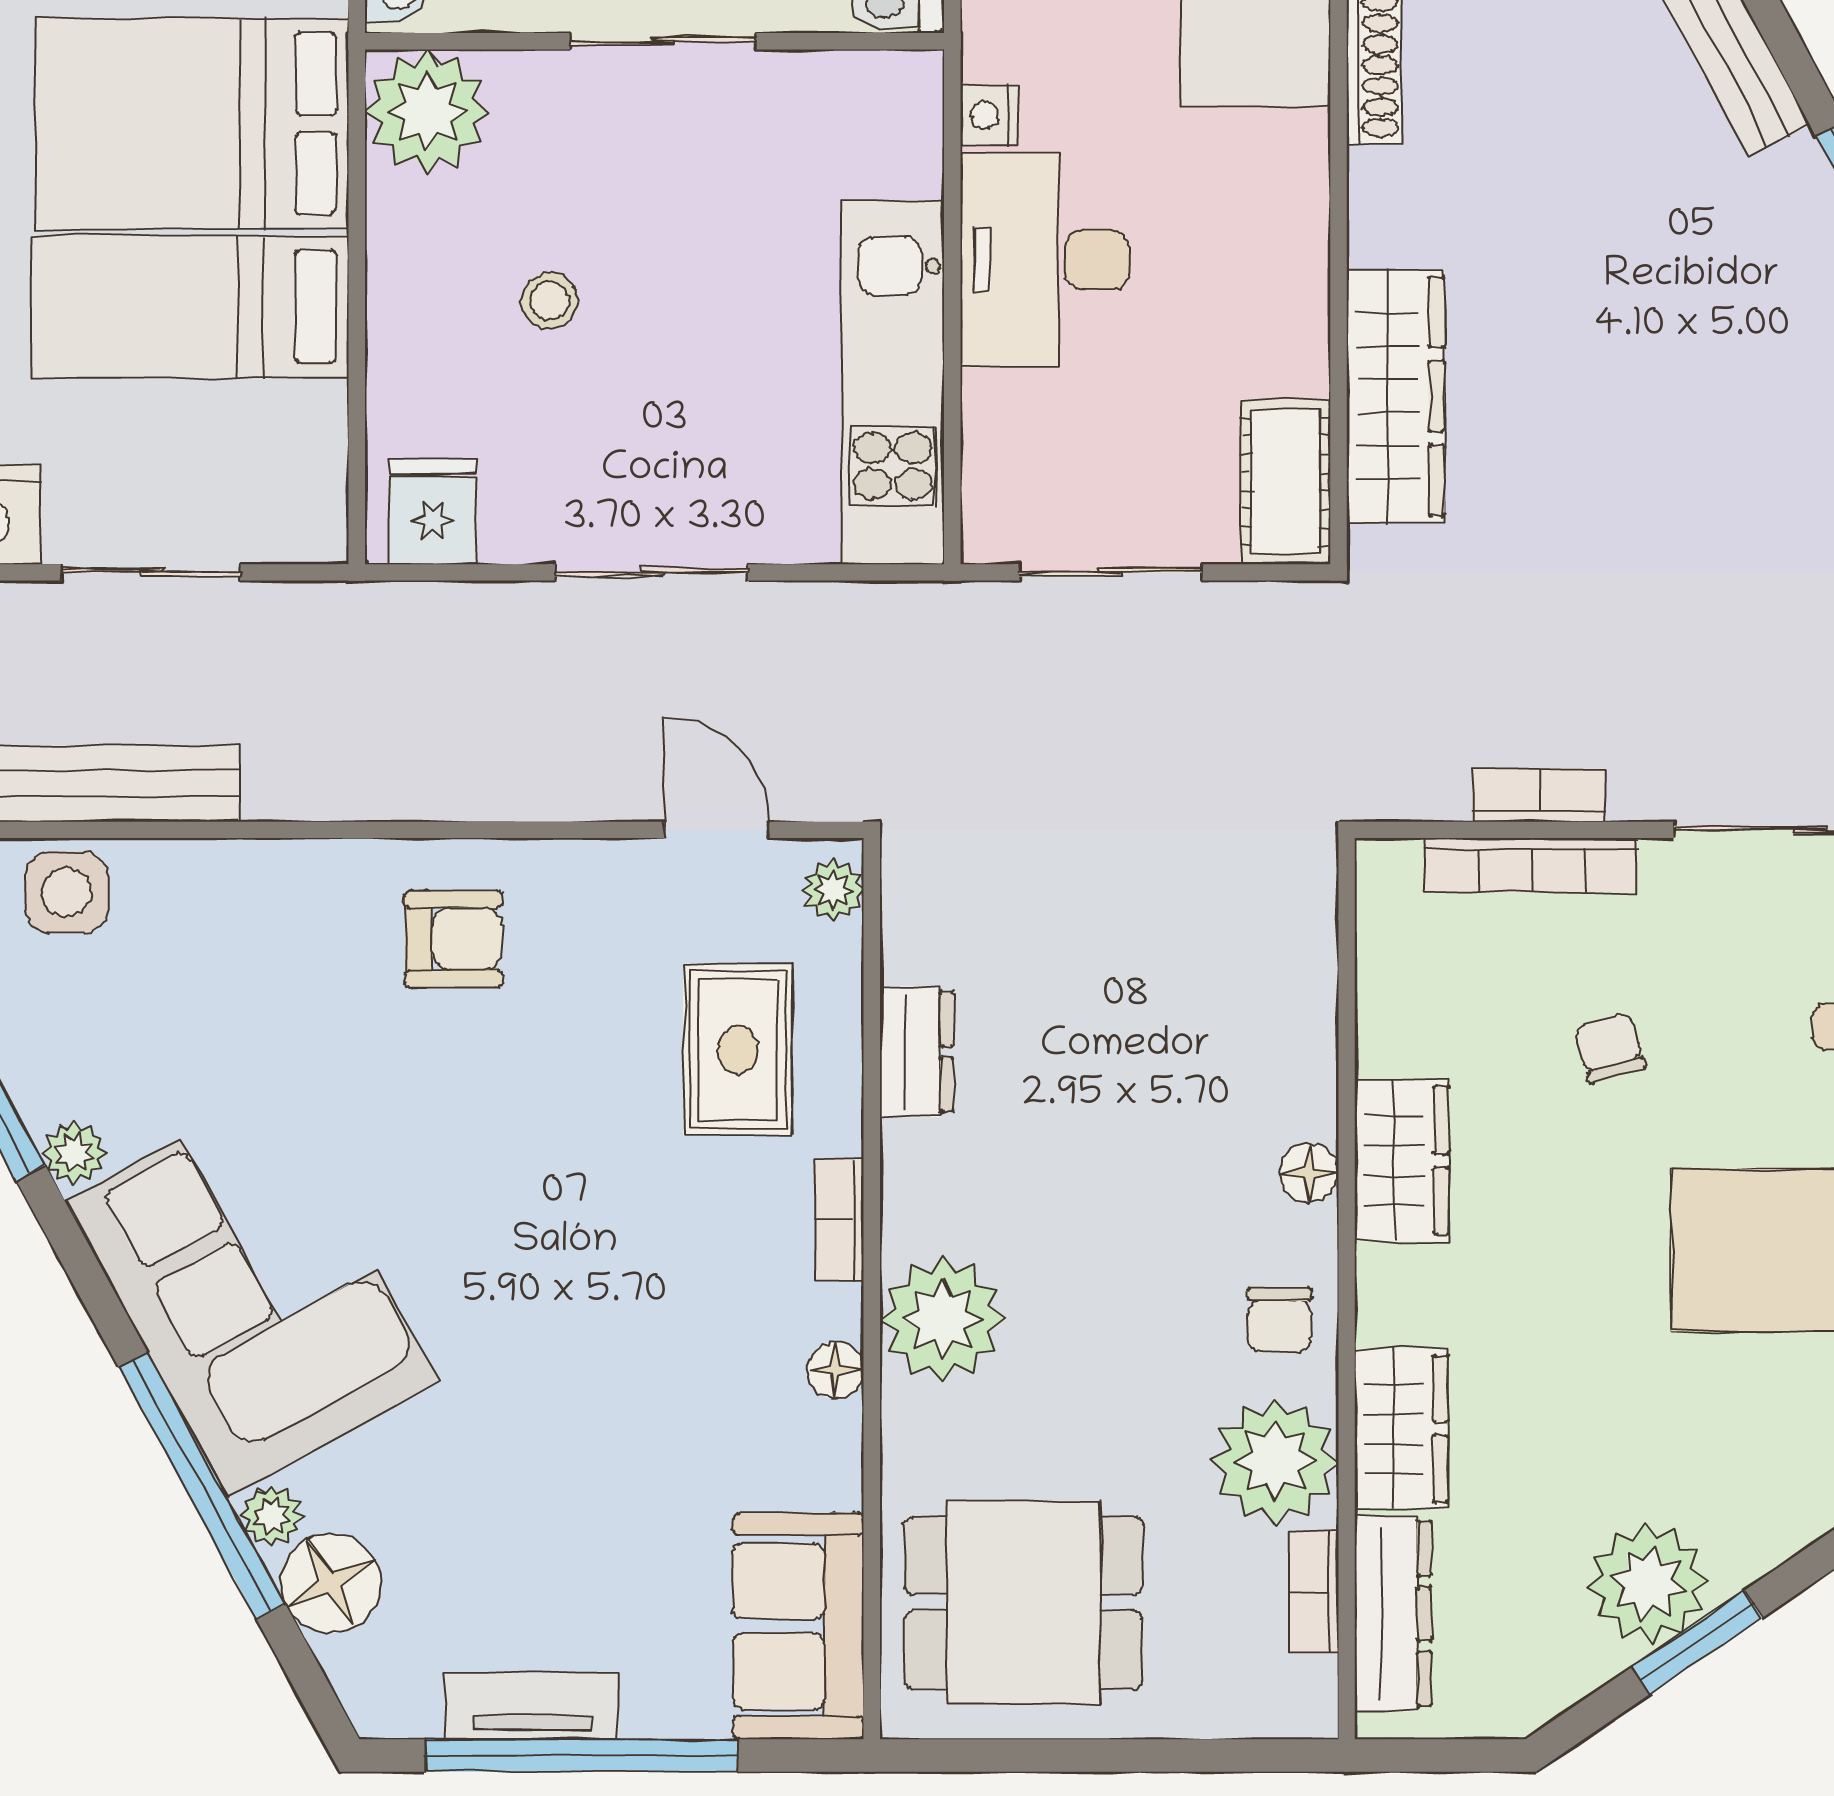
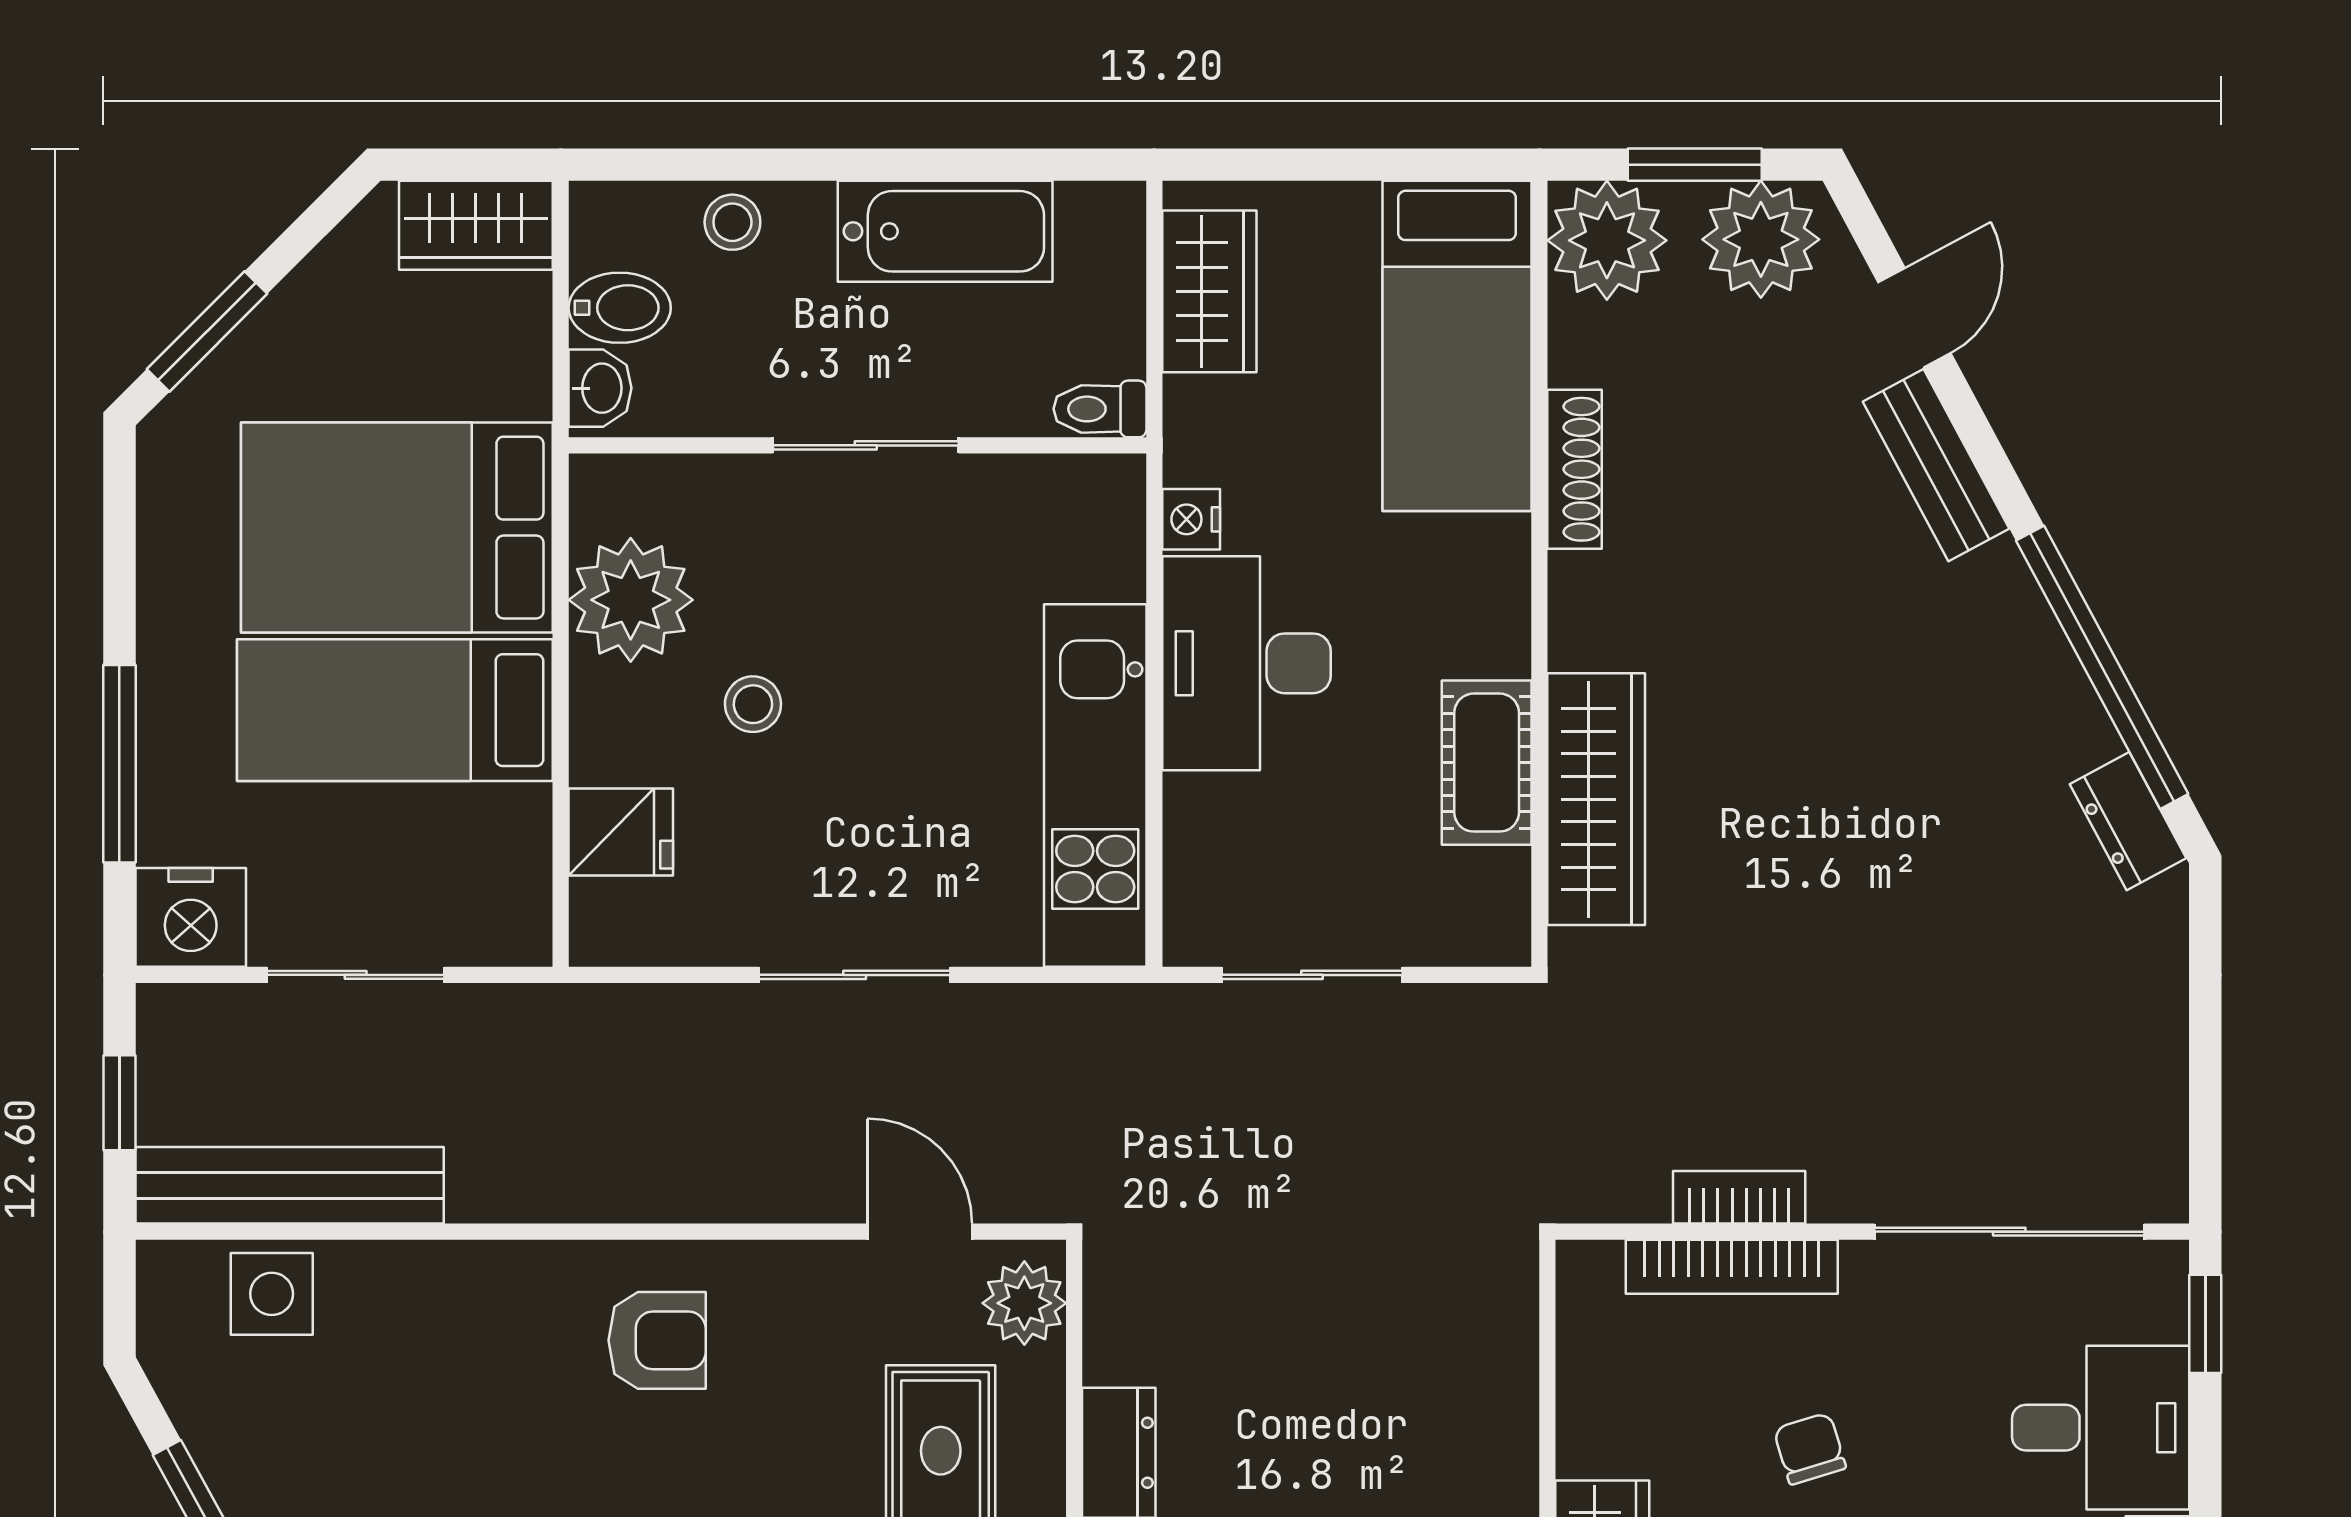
plant: (427, 112) -> (631, 600), moved
cot: (1286, 482) -> (1487, 763), moved
fridge: (433, 512) -> (621, 832), moved, turned 90
plant: (833, 890) -> (1024, 1303), width x1.38, depth x1.38

